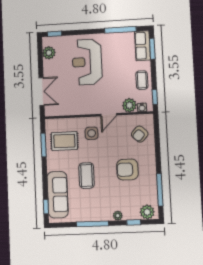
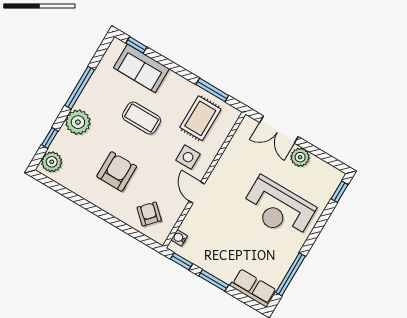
window: (152, 49) -> (214, 280), moved
plant: (49, 53) -> (300, 157), moved
reception desk: (87, 62) -> (278, 208), turned 180
coffee table: (142, 80) -> (212, 259), removed
plant: (129, 105) -> (192, 225), removed
window: (160, 190) -> (68, 194), removed
sofa: (58, 195) -> (141, 68), width x0.73
plant: (118, 216) -> (78, 122), width x1.88, depth x1.88

